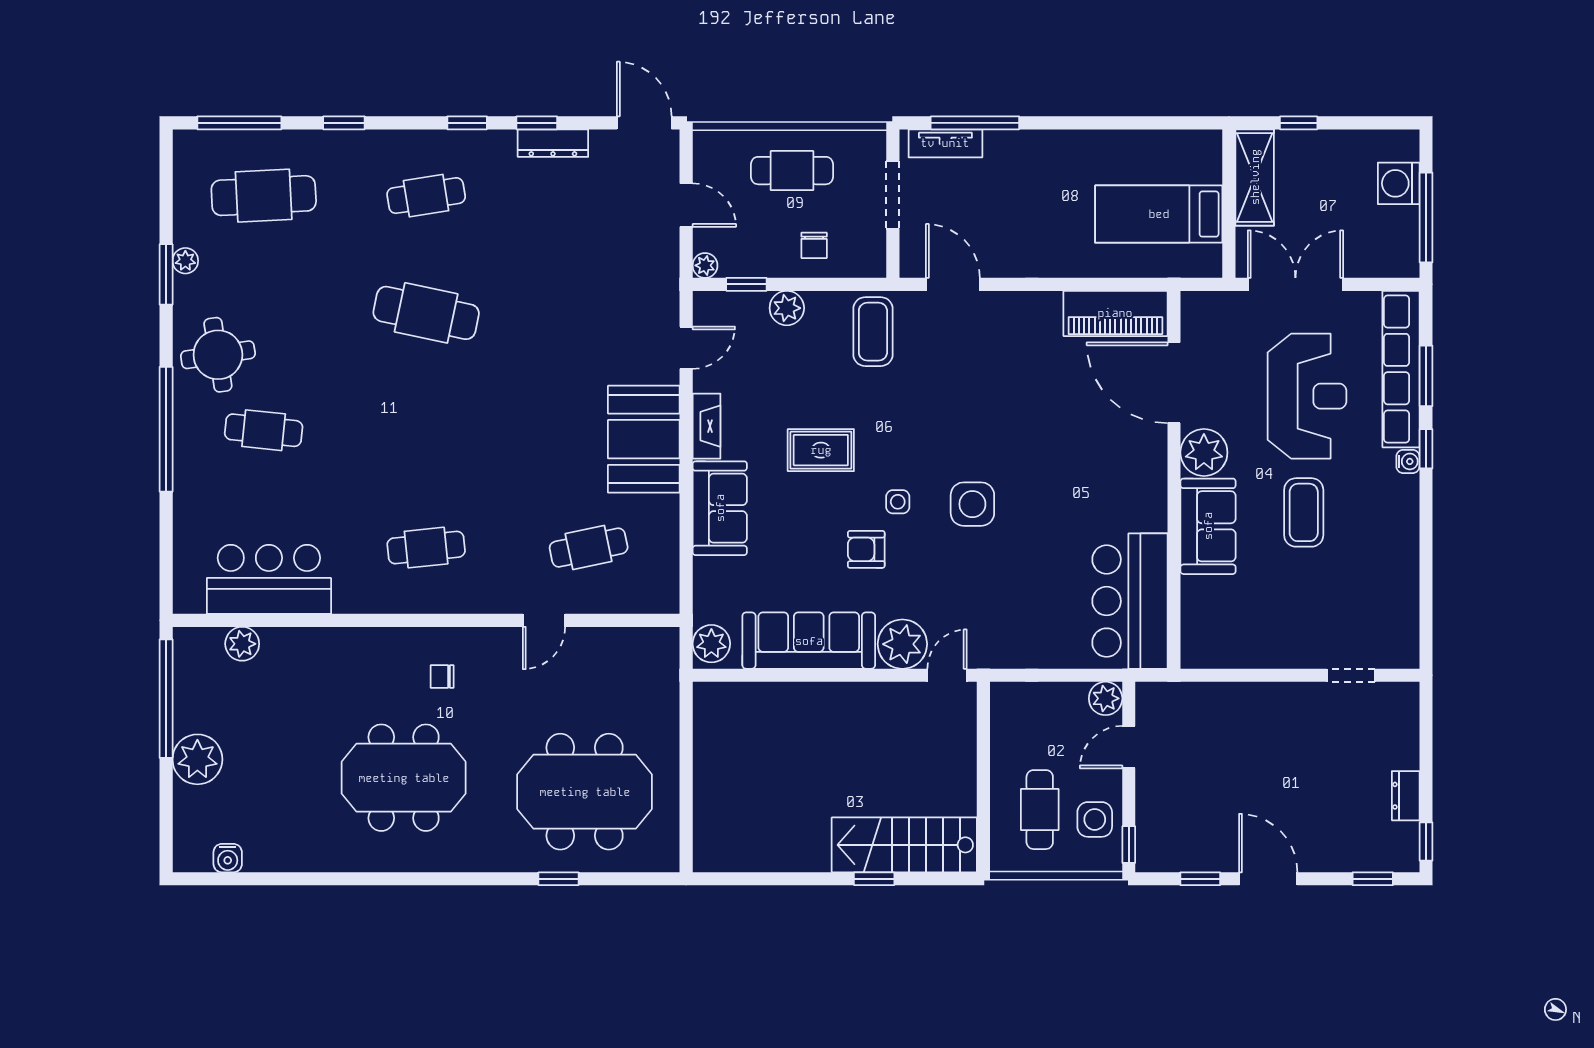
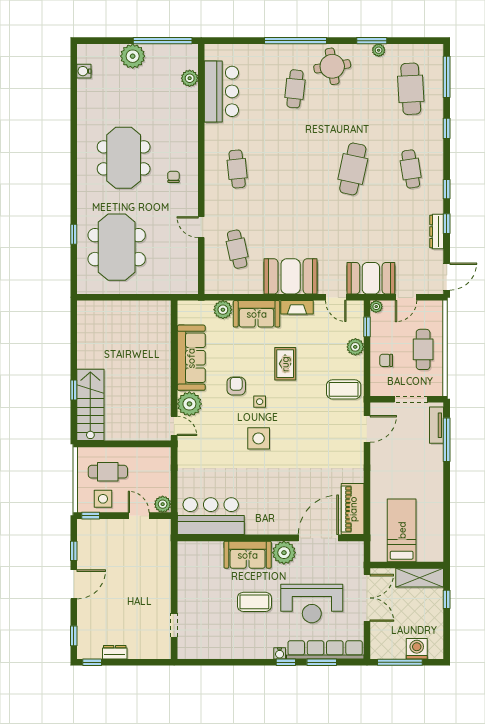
booth: (648, 276) -> (371, 278), added
plant: (711, 644) -> (223, 310), moved

